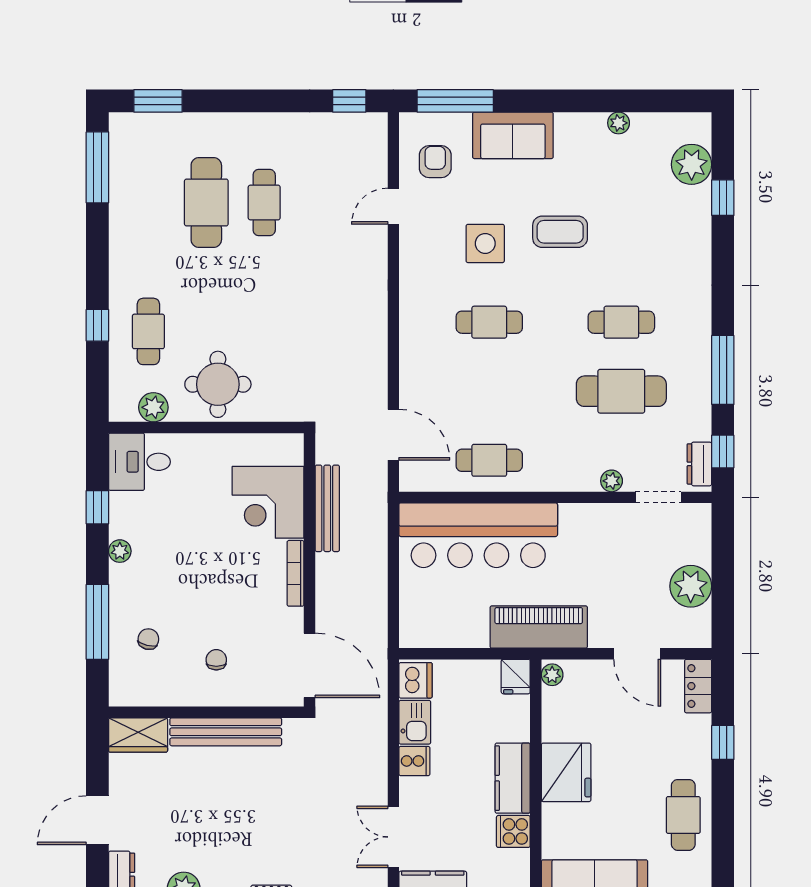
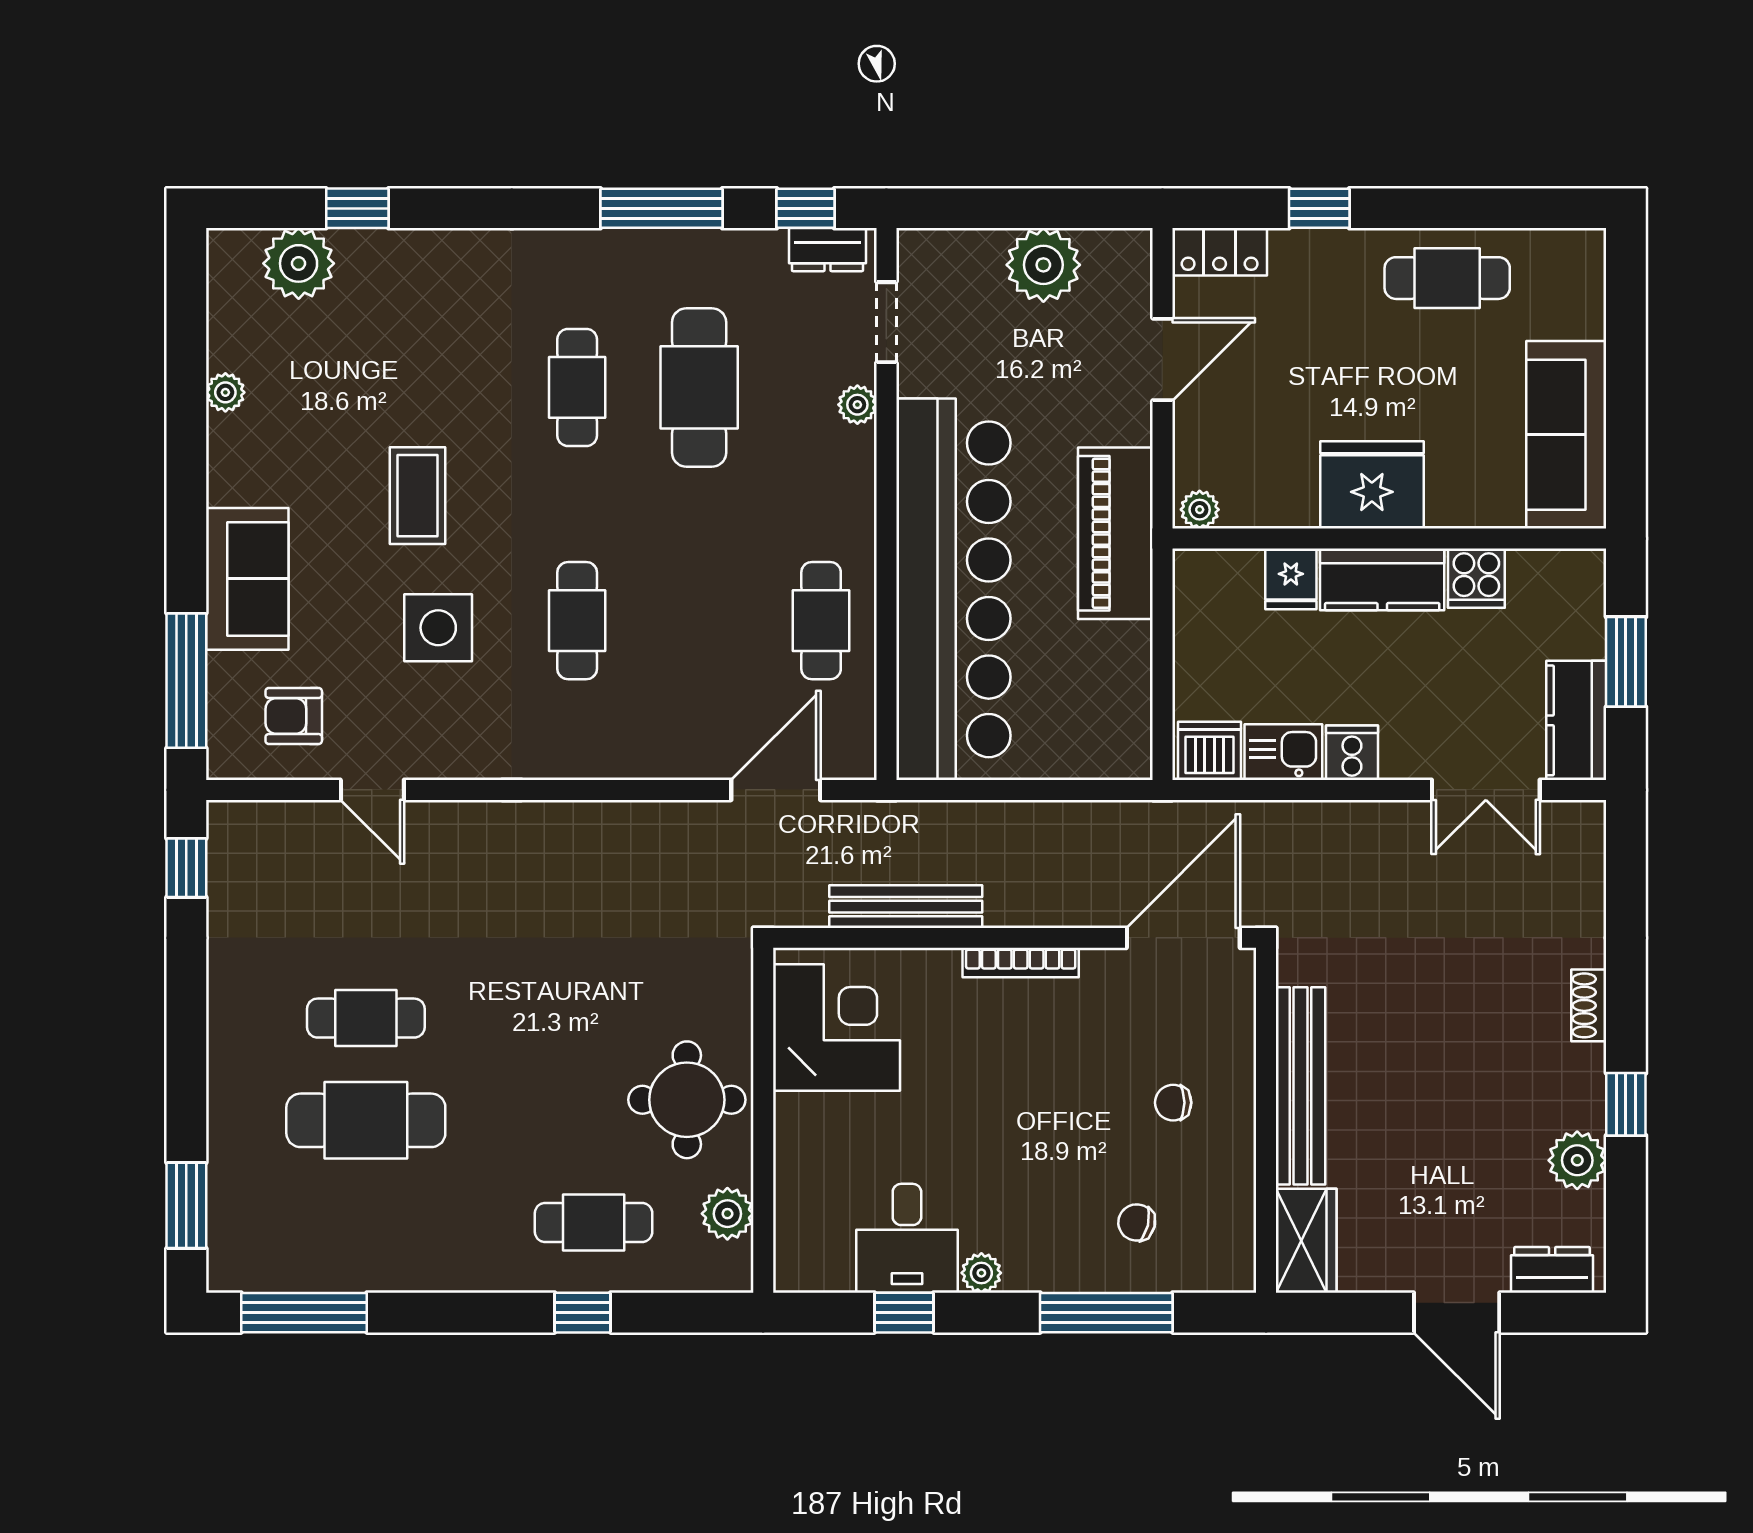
desk: (139, 462) -> (907, 1238), moved
corner desk: (268, 502) -> (836, 1027), moved, turned -90
bar counter: (478, 535) -> (953, 589), width x1.36
fridge: (516, 677) -> (1291, 579), moved, turned 90

